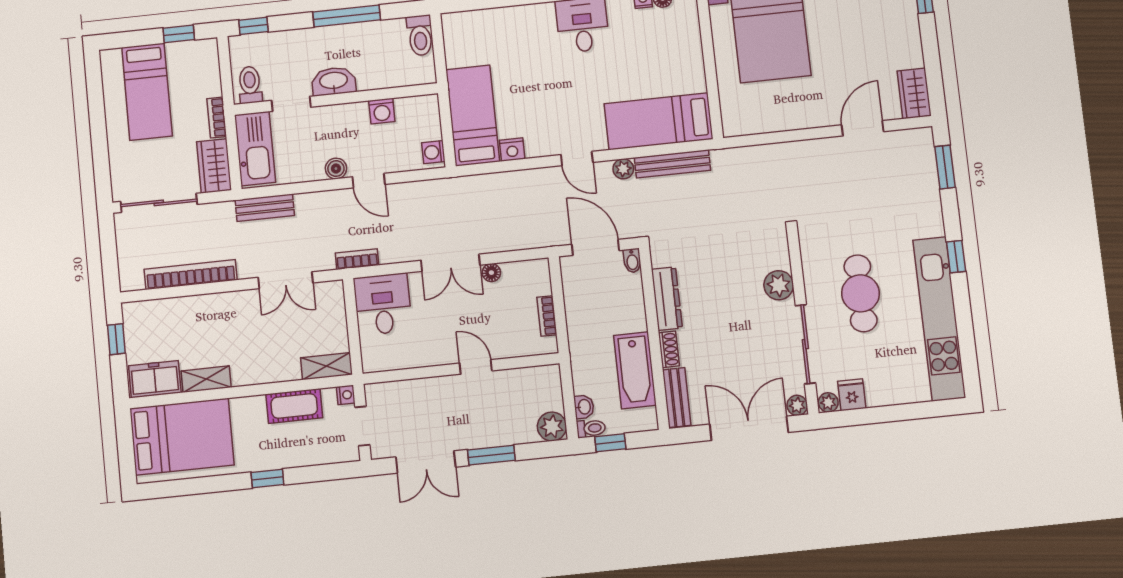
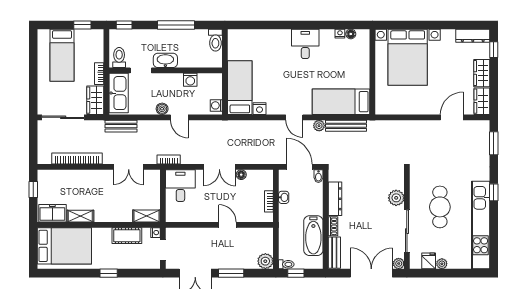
wardrobe: (907, 43) -> (482, 73), added
plant: (828, 402) -> (442, 264), moved
washbasin: (584, 407) -> (284, 197), moved

